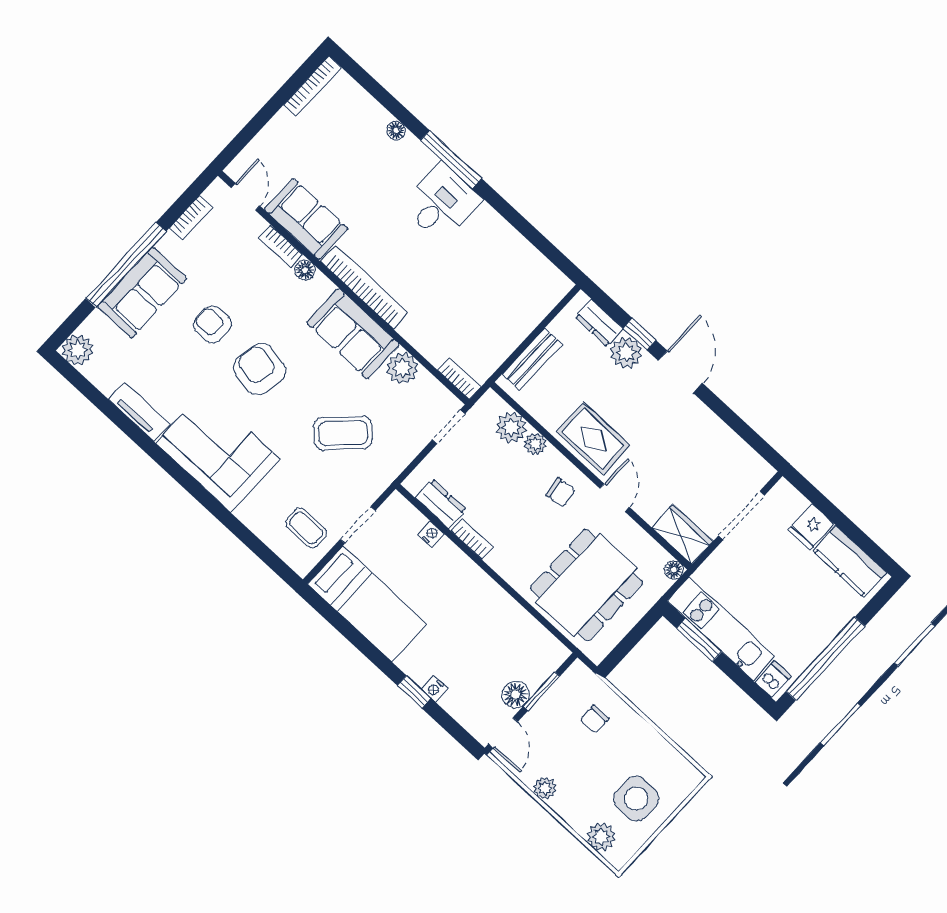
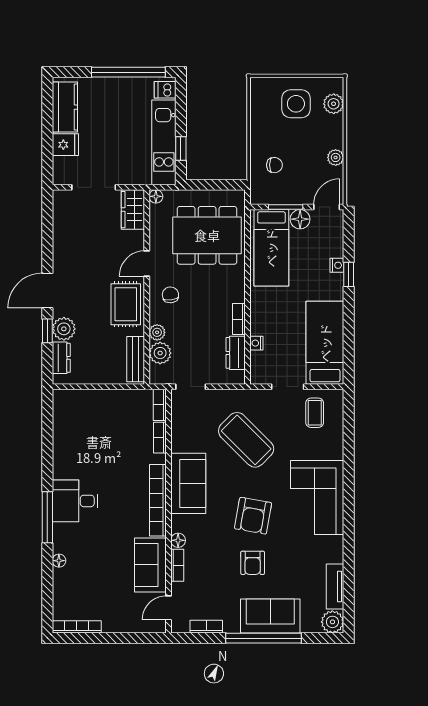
bookcase: (426, 348) -> (160, 438), added
bench: (532, 359) -> (136, 359), moved, turned 90
plant: (402, 368) -> (182, 440), removed
tv unit: (139, 412) -> (335, 586), moved
coffee table: (343, 433) -> (246, 440), width x1.36, depth x1.32
bed: (514, 639) -> (271, 248), added
window: (699, 640) -> (181, 148), width x0.67

